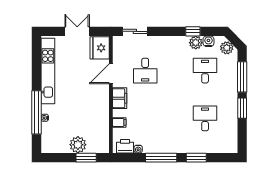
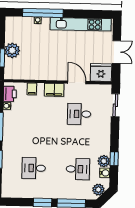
desk: (205, 118) -> (34, 168), turned 180

